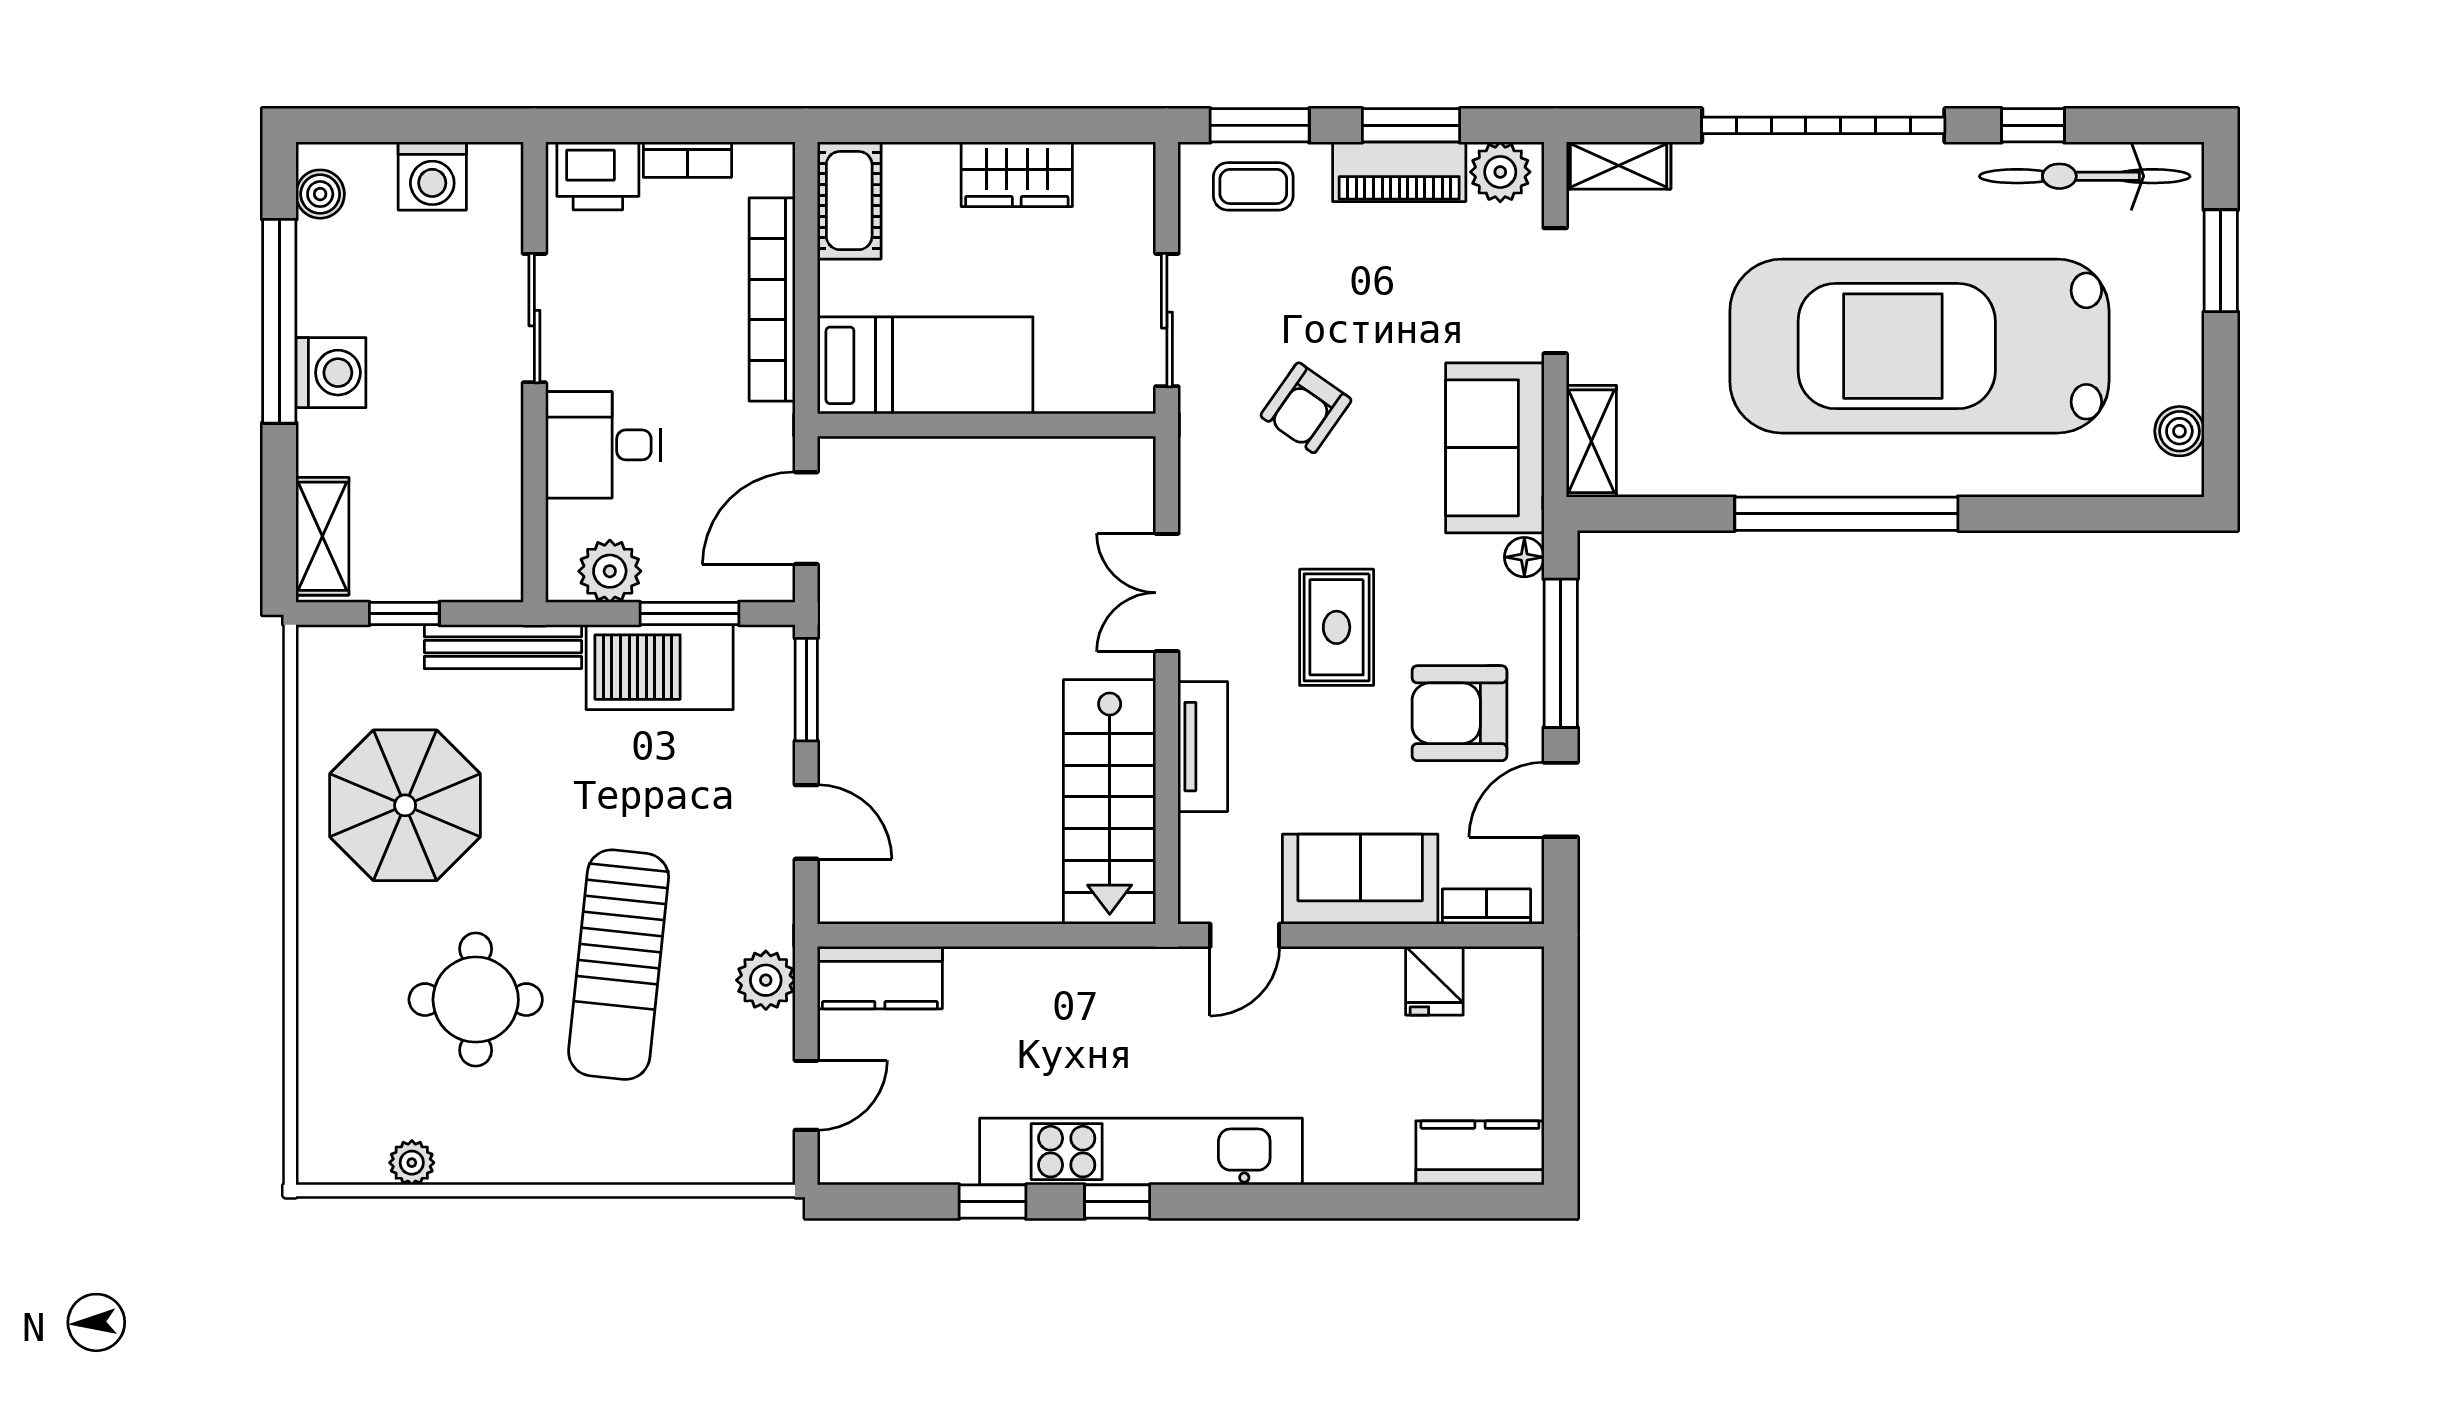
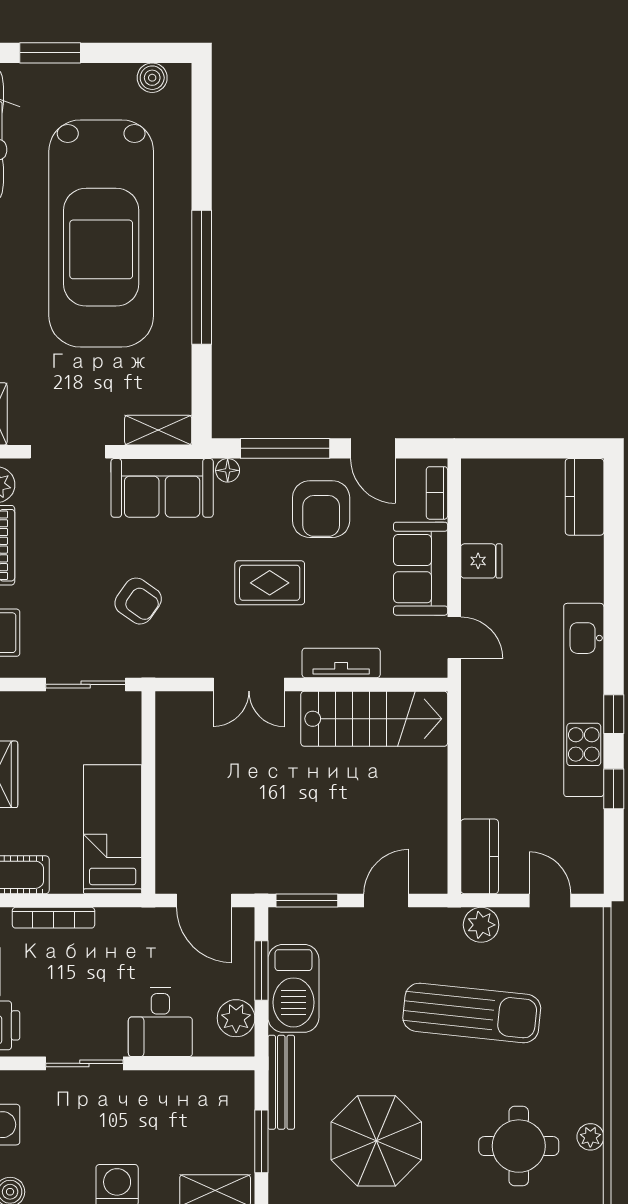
bookcase: (772, 299) -> (53, 918), width x0.68, depth x0.76
window: (404, 614) -> (261, 1141), width x1.50
fridge: (1434, 981) -> (481, 561), moved
round table: (476, 1000) -> (519, 1146), moved

